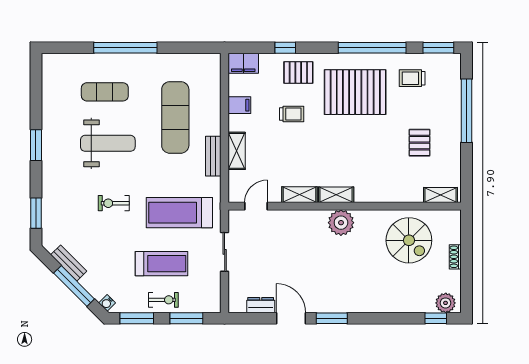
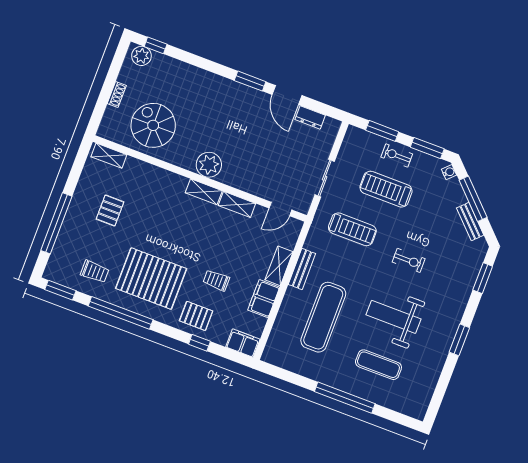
filing cabinet: (239, 105) -> (264, 299), width x2.00
treadmill: (179, 213) -> (352, 229), width x0.73, depth x0.73

